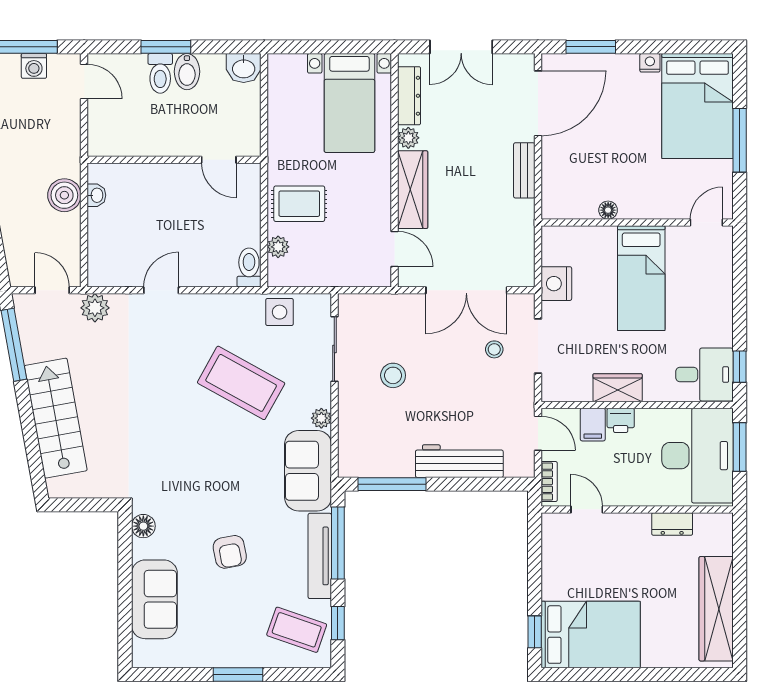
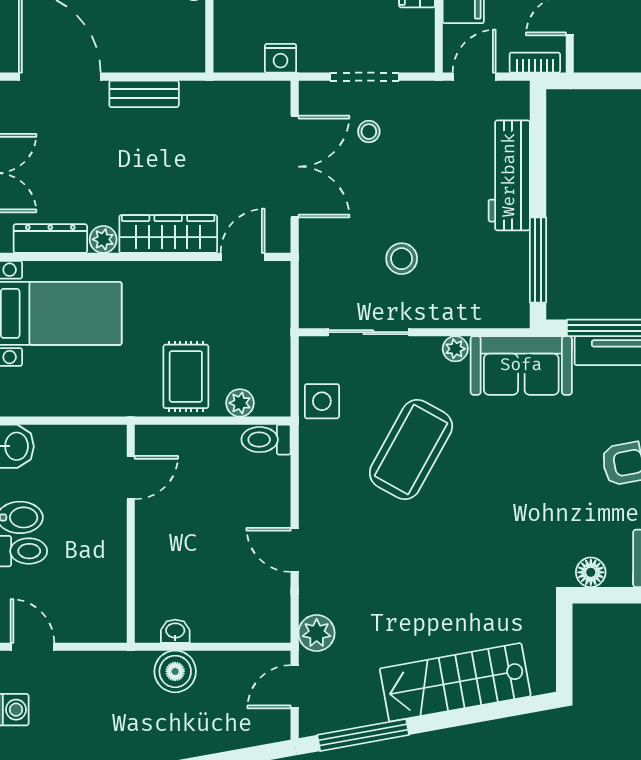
door: (84, 82) -> (32, 647), hinge flipped
nightstand: (556, 284) -> (281, 58), width x0.74, depth x0.75

